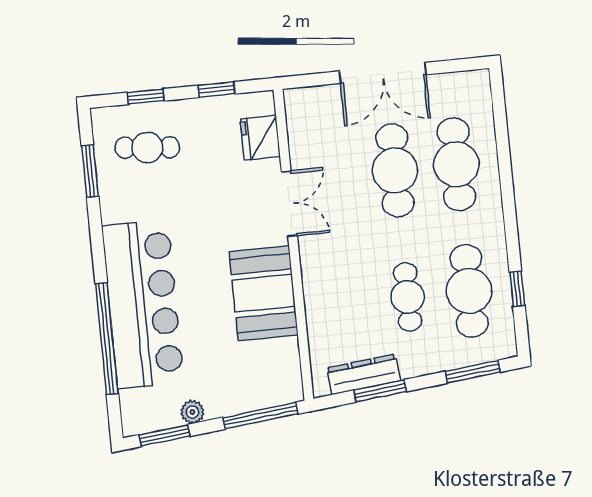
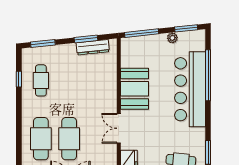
cafe table: (469, 291) -> (41, 80), width x0.73, depth x0.74
cafe table: (408, 297) -> (69, 80), removed

